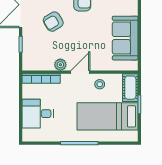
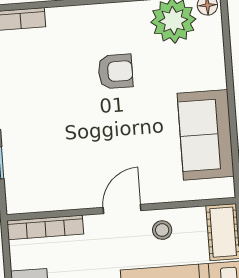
armchair: (53, 22) -> (61, 113), removed
plant: (60, 65) -> (82, 197), removed

